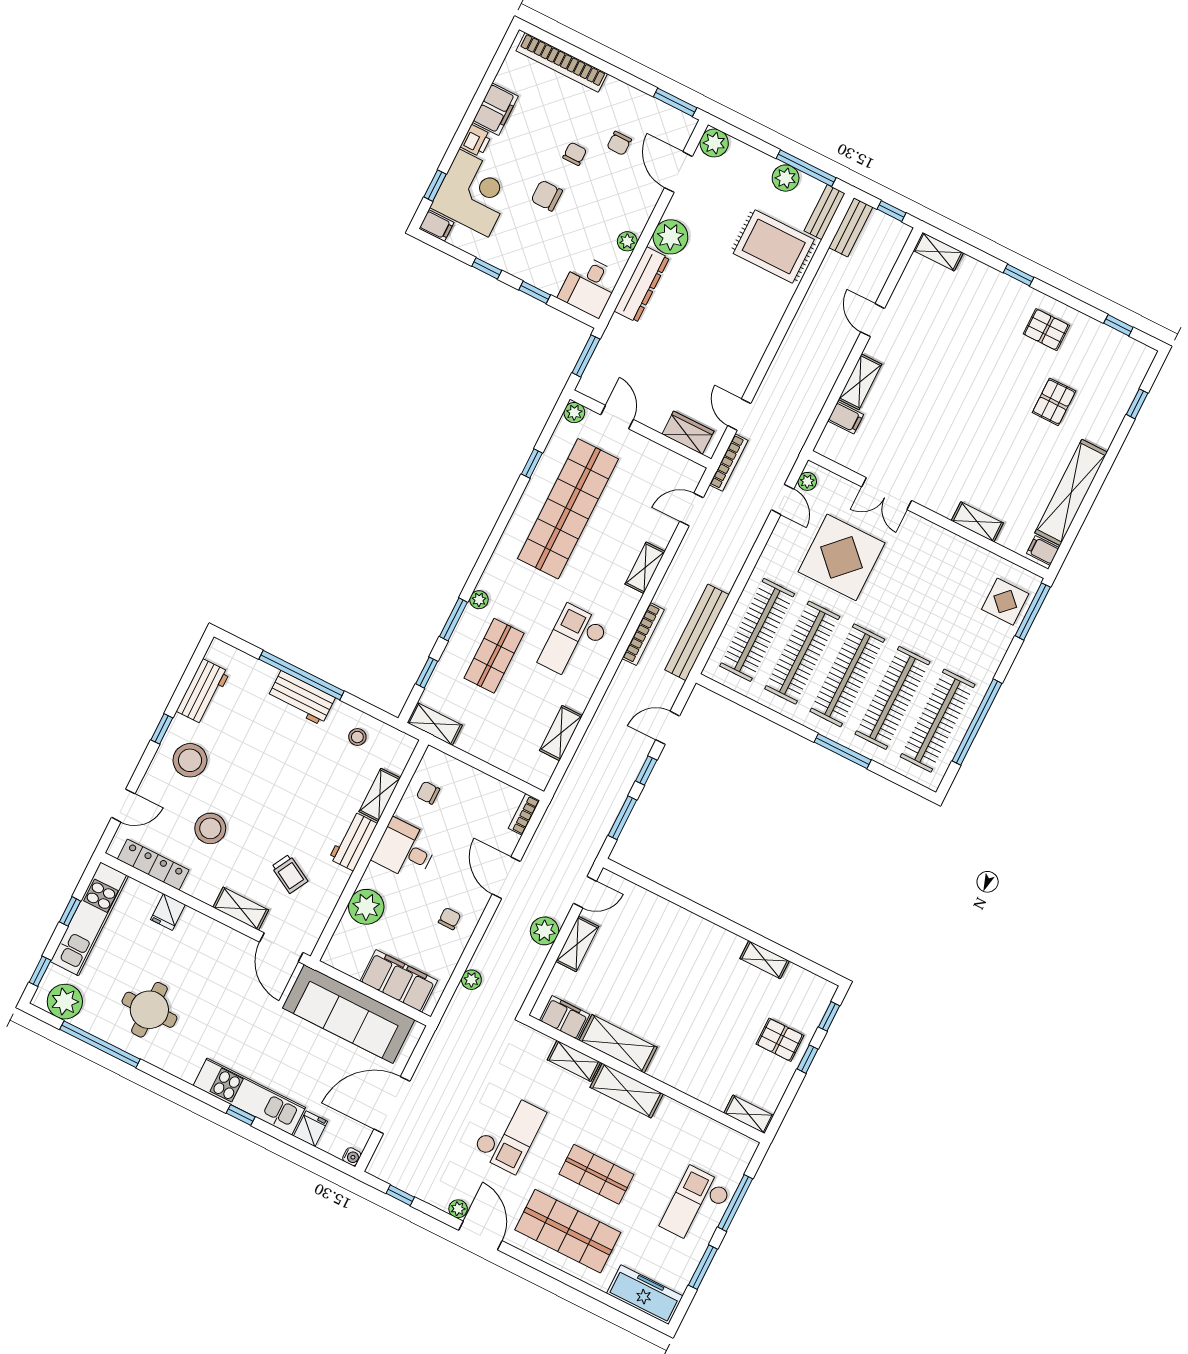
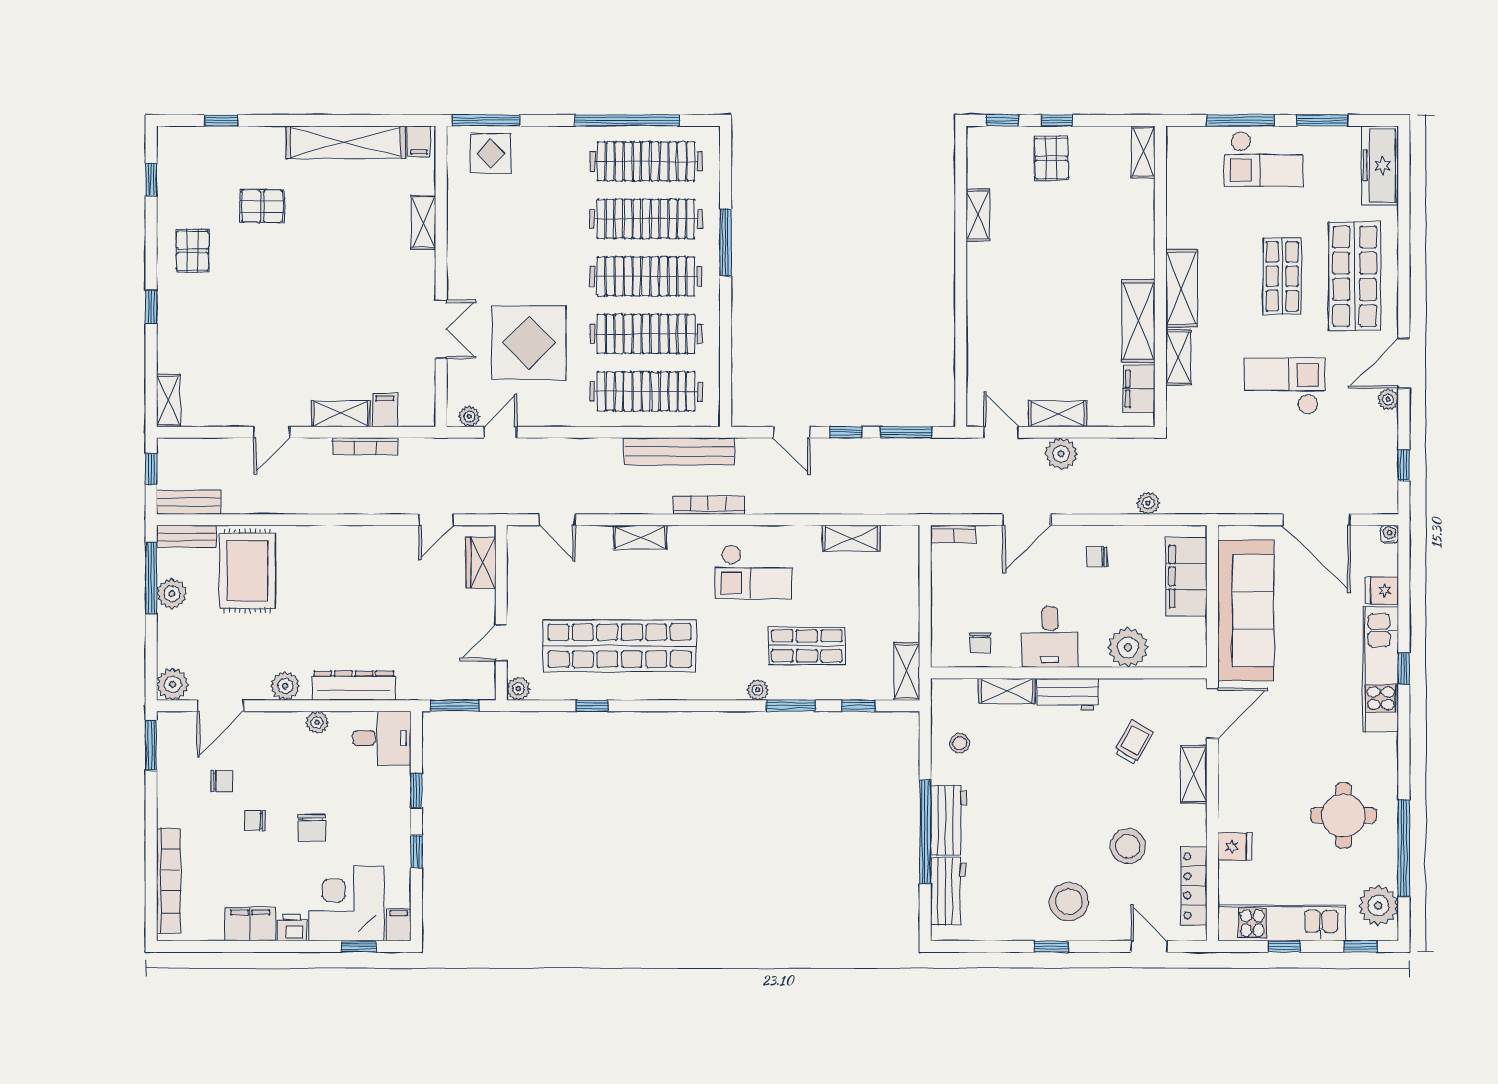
plant: (670, 237) -> (285, 686), width x0.73, depth x0.73
bookcase: (729, 463) -> (365, 446), moved, turned 180
workbench: (203, 692) -> (948, 891), moved, turned 90

